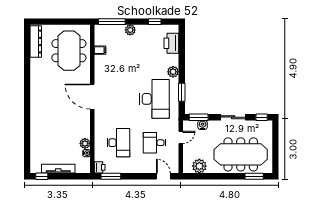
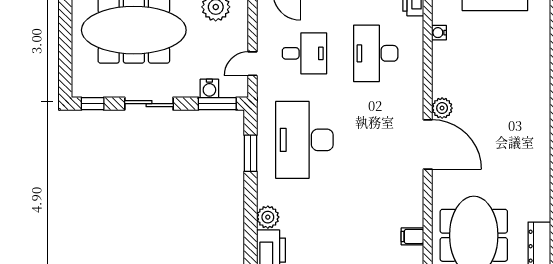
plant: (173, 72) -> (268, 217), moved
plant: (85, 143) -> (442, 108), moved

